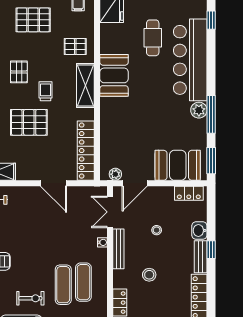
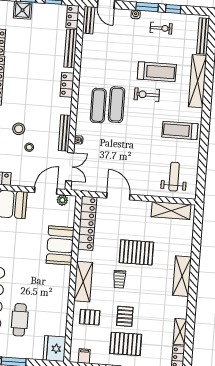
pallet: (19, 72) -> (125, 316), moved
booth: (114, 75) -> (60, 245), moved
stool: (149, 275) -> (19, 129), moved

